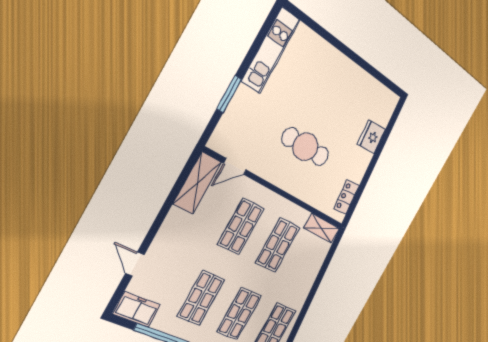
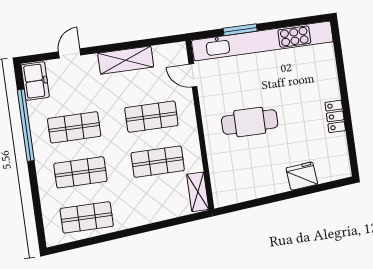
kitchen unit: (271, 50) -> (262, 41), width x1.86
cafe table: (305, 147) -> (250, 122), turned 90
shelving: (197, 183) -> (126, 60), moved
locker: (347, 197) -> (335, 116), moved, turned -85

